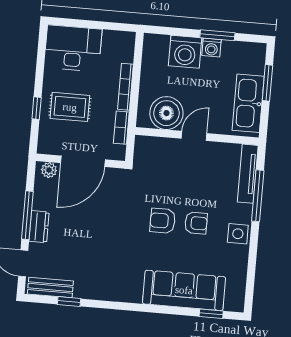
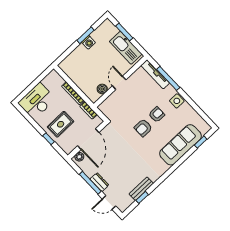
washing machine: (185, 52) -> (80, 55), removed
boiler: (166, 113) -> (102, 89), width x0.54, depth x0.54
bench: (50, 288) -> (141, 189), moved

